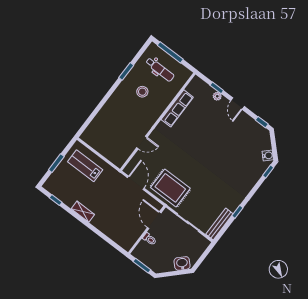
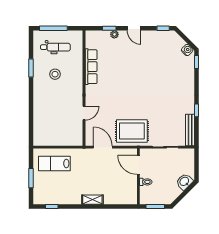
shelving: (83, 212) -> (92, 200), moved

